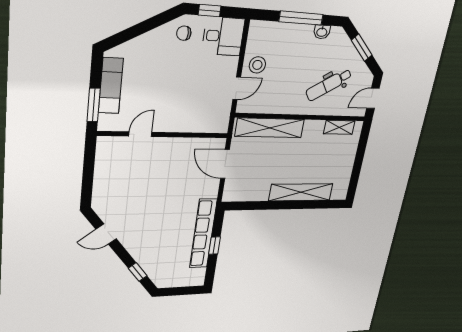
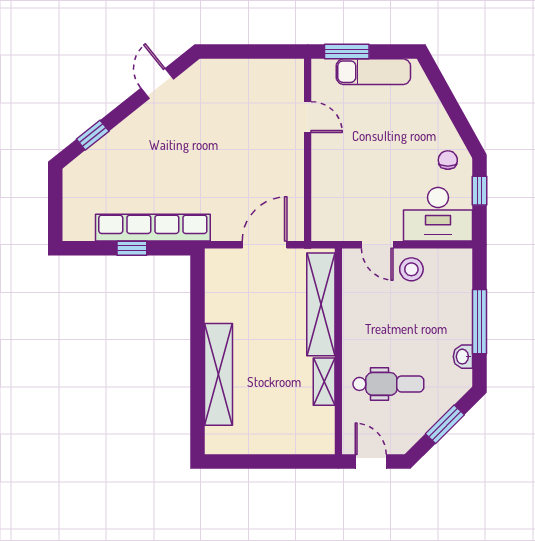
desk: (223, 36) -> (438, 214), width x1.37
dental chair: (329, 85) -> (388, 384), turned 122
shelving: (339, 127) -> (324, 382), moved

